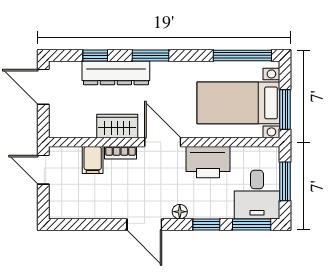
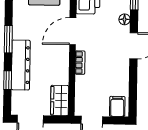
wardrobe: (117, 126) -> (60, 100), moved
filing cabinet: (93, 160) -> (117, 106), moved, turned -90

